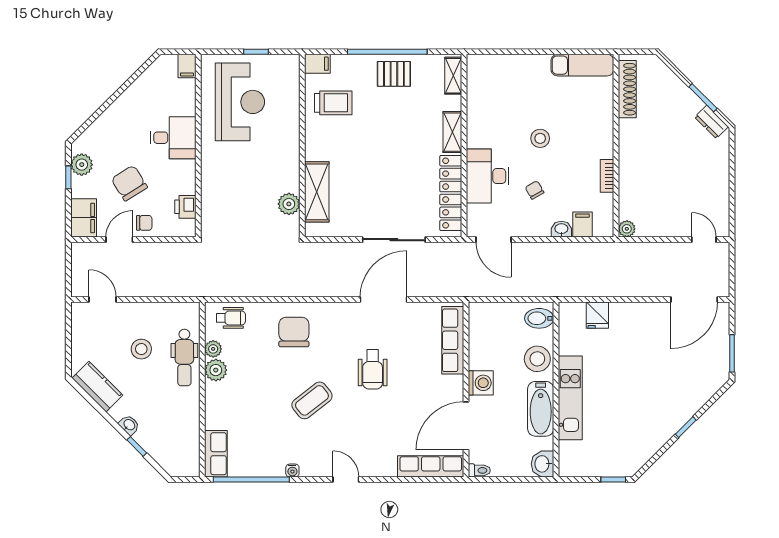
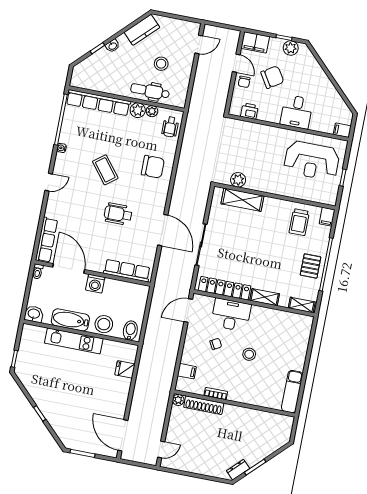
shoe rack: (627, 89) -> (204, 405), moved
washbasin: (561, 229) -> (186, 357), removed
row of seats: (216, 454) -> (98, 103), width x2.02

